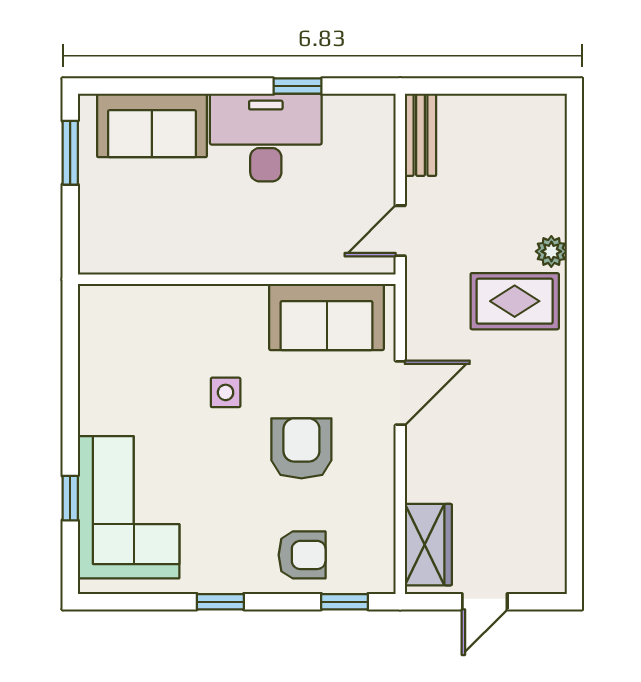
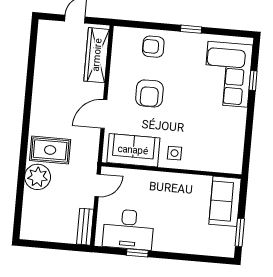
sofa: (152, 125) -> (225, 201), moved, turned -90
desk: (266, 138) -> (128, 229), moved
plant: (551, 251) -> (38, 177), width x1.87, depth x1.87
side table: (226, 392) -> (174, 153), moved
wardrobe: (428, 545) -> (97, 55), width x1.50
window: (345, 602) -> (136, 24), removed

